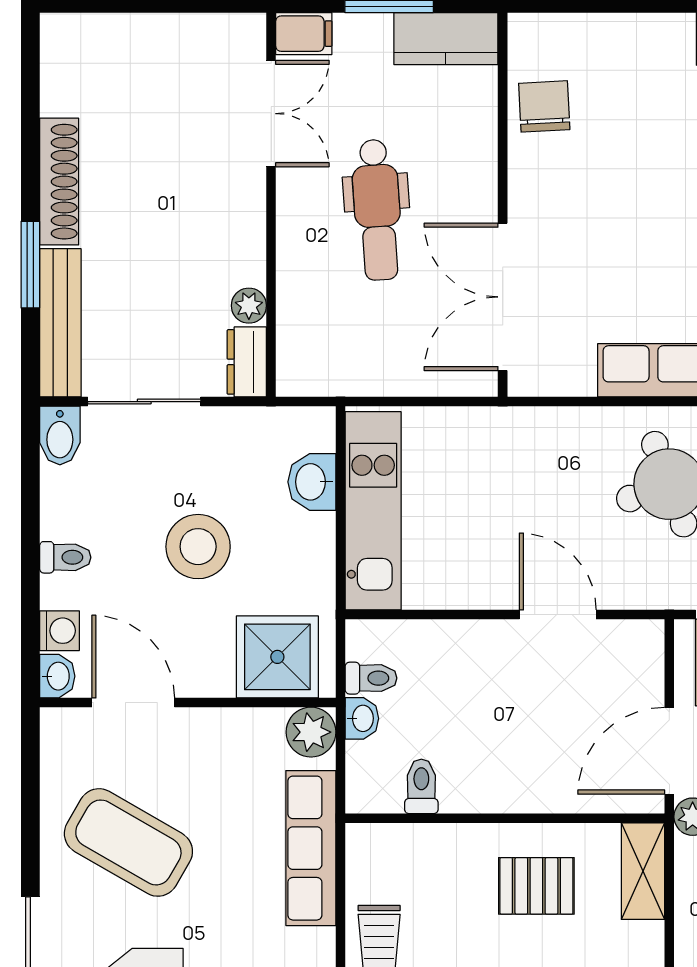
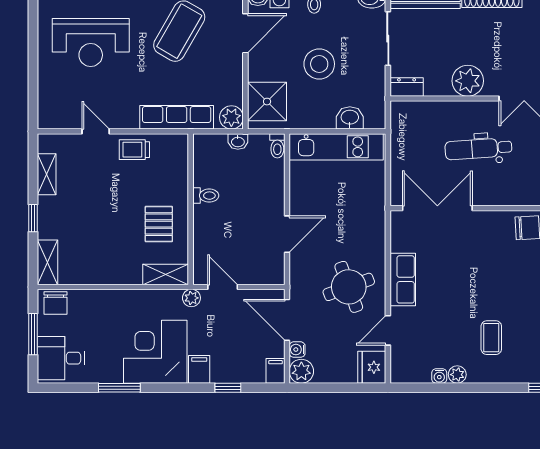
plant: (249, 306) -> (468, 81), moved, width x1.88, depth x1.88
toilet: (371, 678) -> (277, 146), moved
door: (669, 751) -> (223, 287), width x0.73
toilet: (421, 786) -> (206, 196), moved

